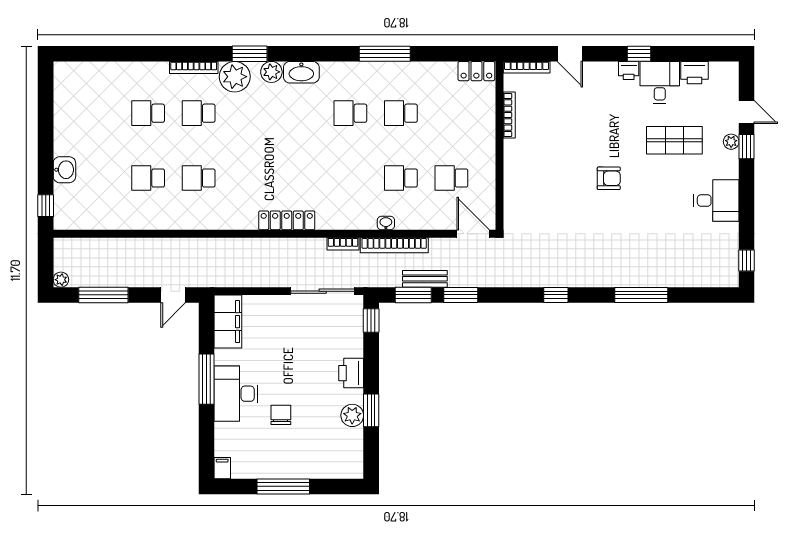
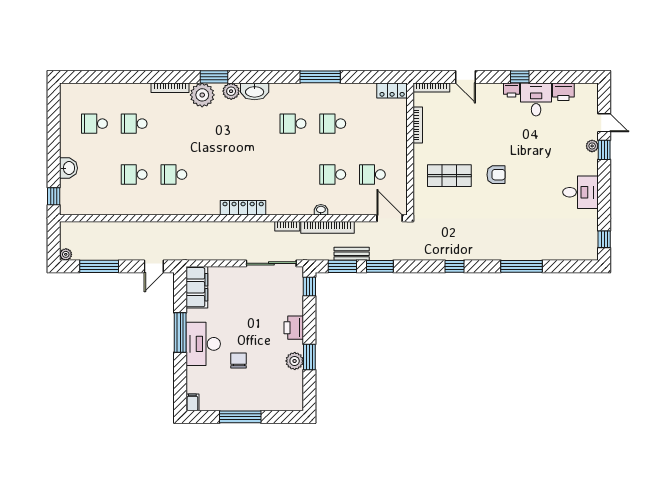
school desk: (199, 113) -> (94, 124), moved
shop shelf: (674, 140) -> (449, 176), moved

